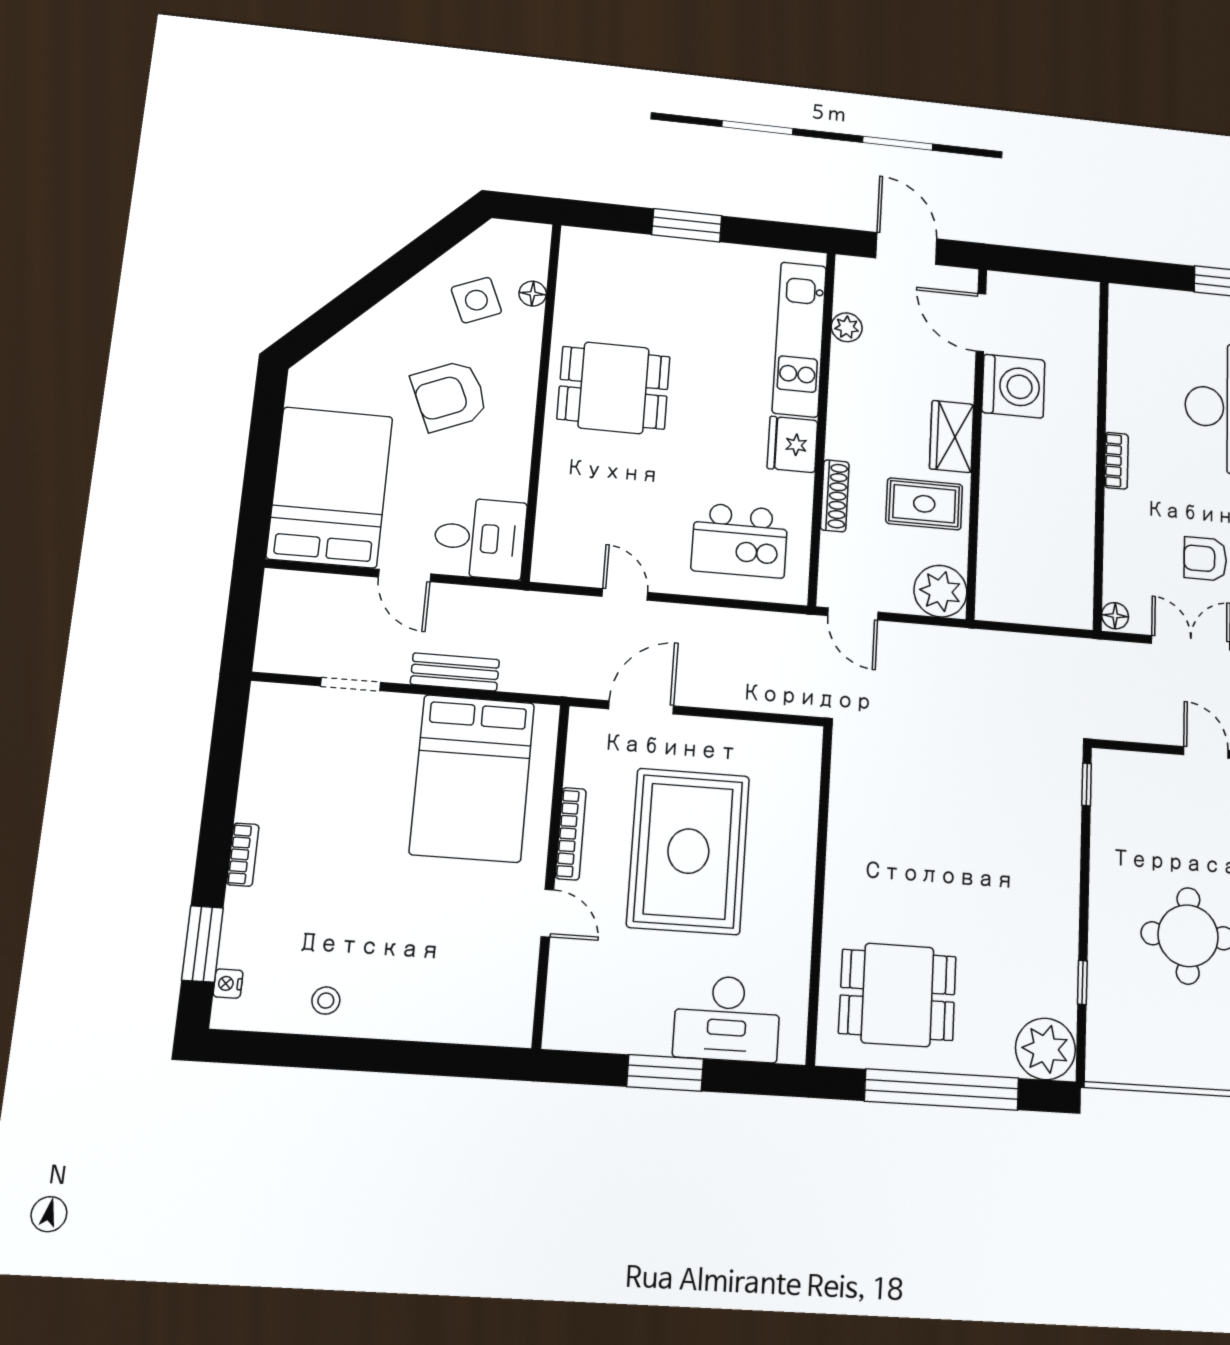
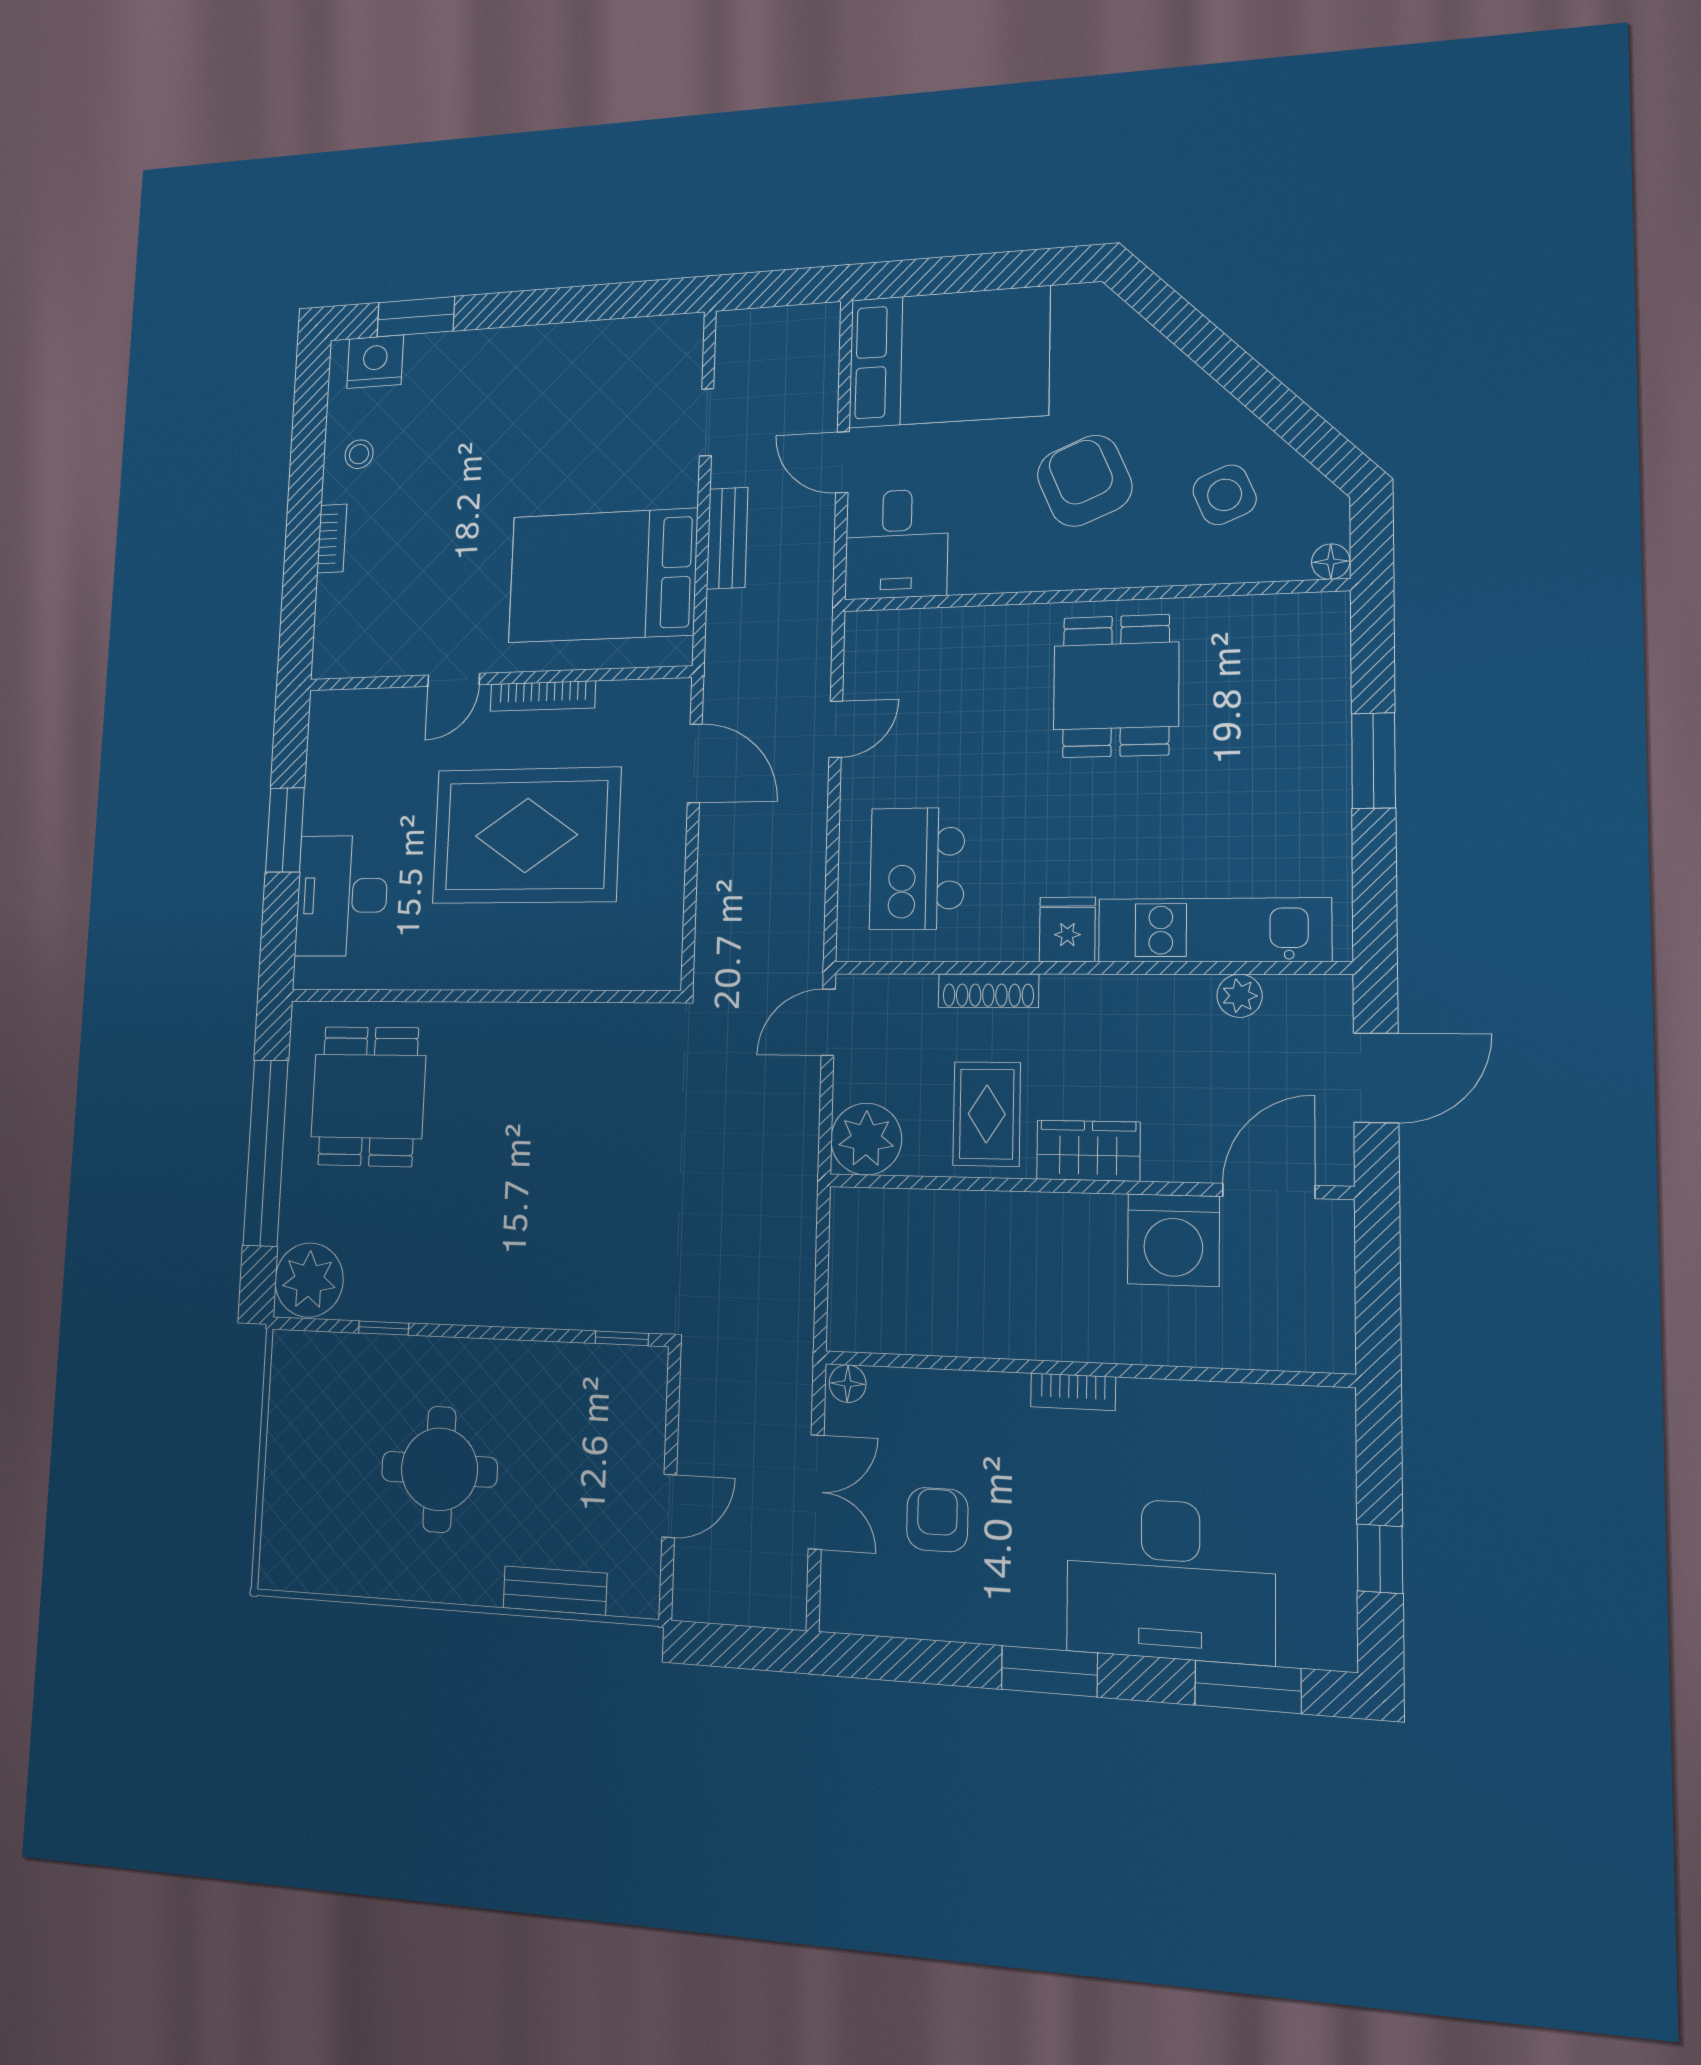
floor lamp: (533, 294) -> (1331, 562), moved
fridge: (792, 444) -> (1067, 929), width x0.72
door: (405, 575) -> (843, 462), hinge flipped
bookcase: (243, 855) -> (332, 539), moved, turned -90
nightstand: (228, 984) -> (375, 362), width x1.89, depth x1.79

